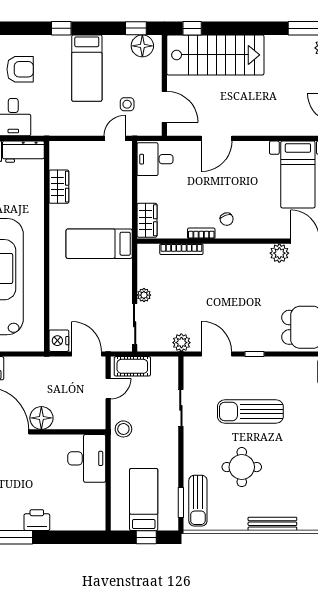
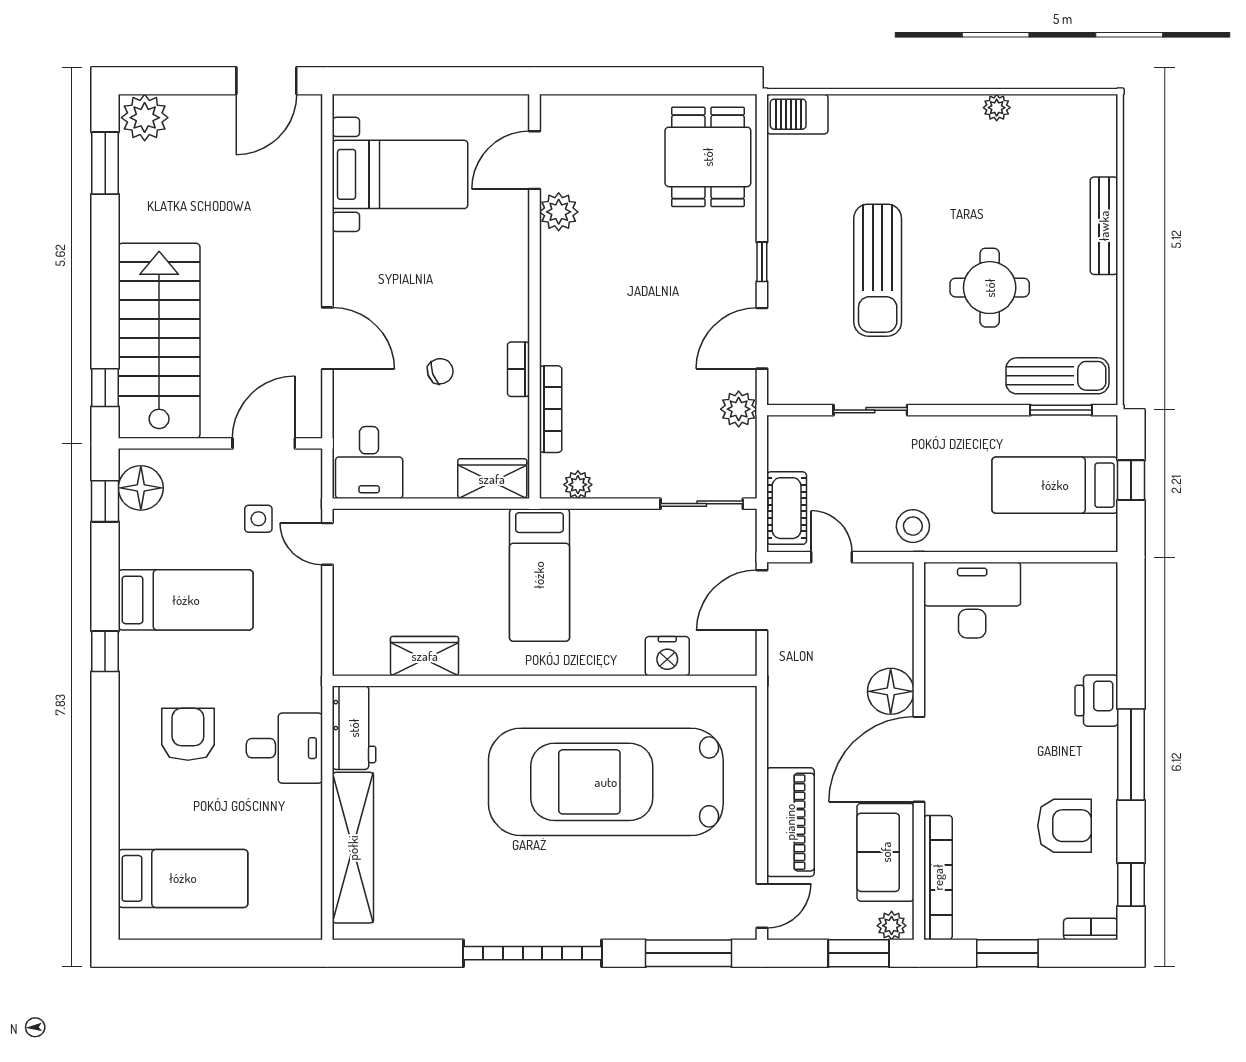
chair: (227, 219) -> (440, 371), moved
plant: (144, 295) -> (578, 485), moved
nightstand: (59, 341) -> (667, 656), moved

